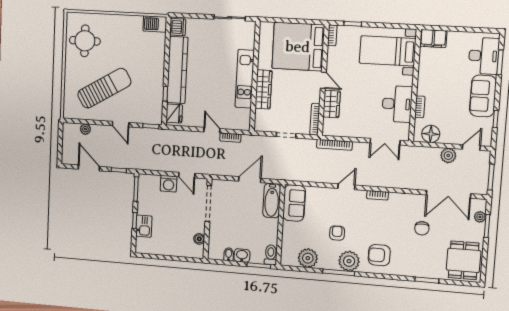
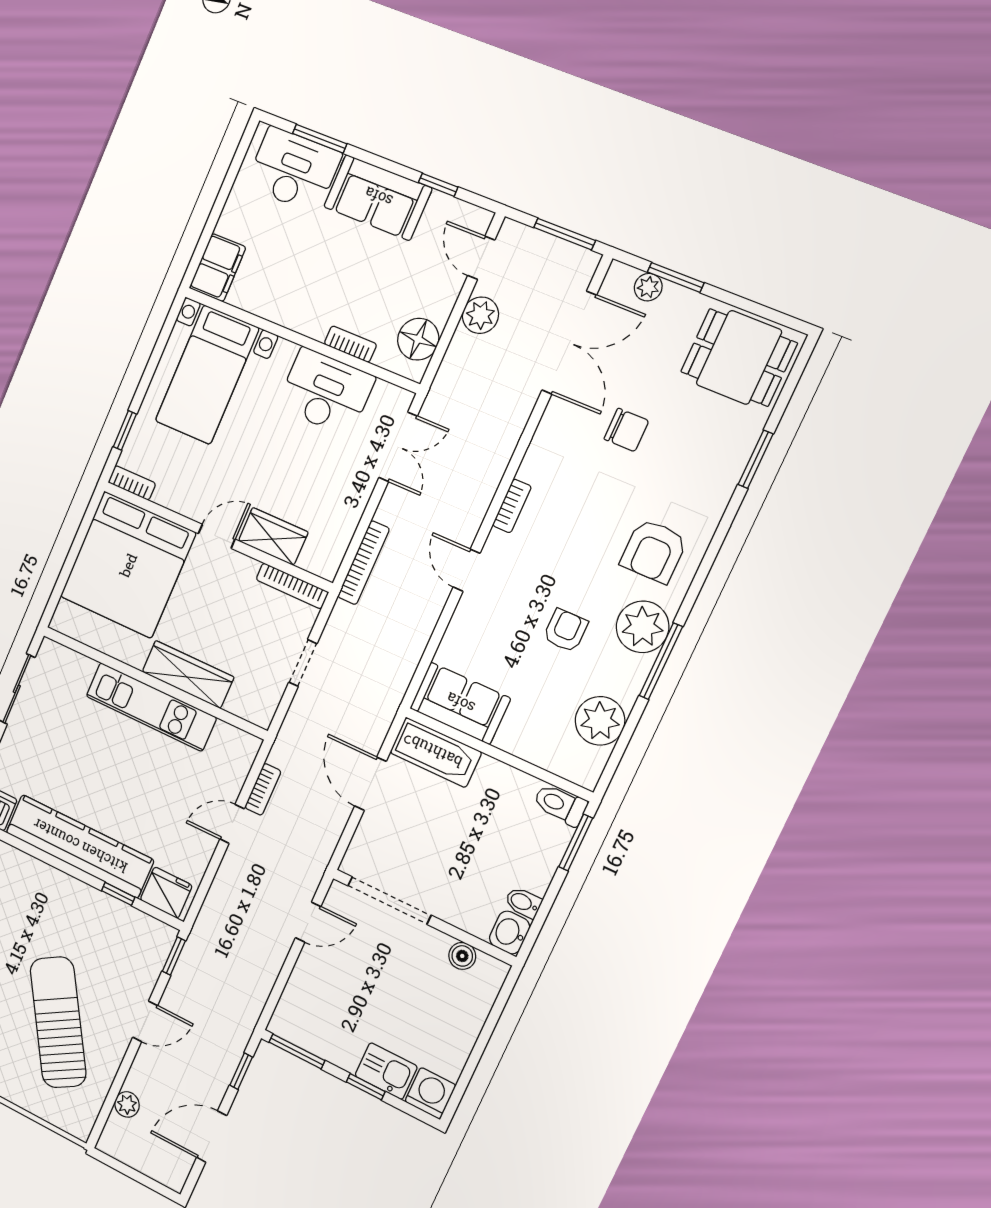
washing machine: (169, 184) -> (430, 1093), moved, turned -90
armchair: (337, 233) -> (566, 630), turned 90
washbasin: (242, 256) -> (510, 933), moved

